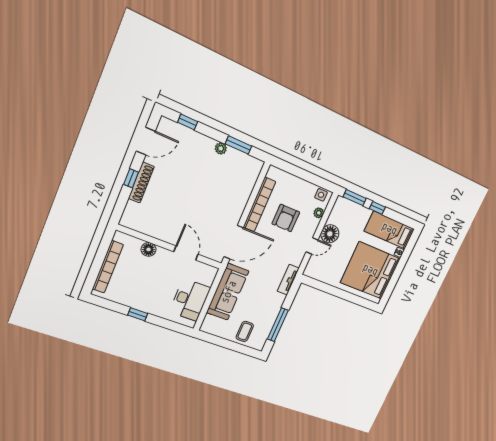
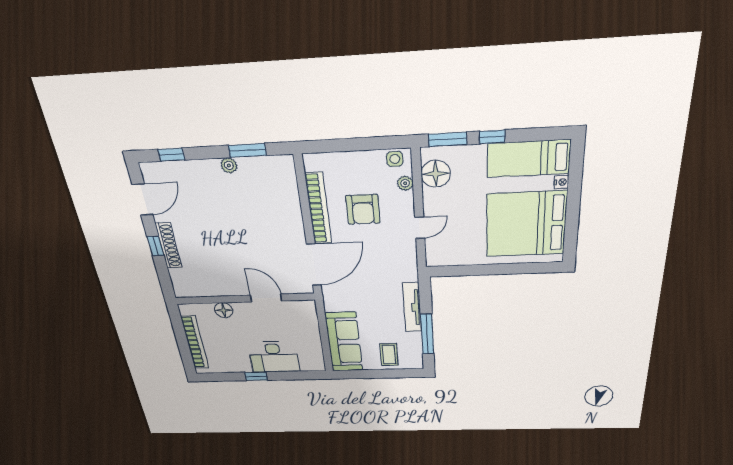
floor lamp: (330, 234) -> (436, 174), moved
tv unit: (288, 280) -> (412, 307), moved, width x1.41
sofa: (228, 292) -> (344, 342), moved
desk: (190, 300) -> (274, 357), moved, turned 90

